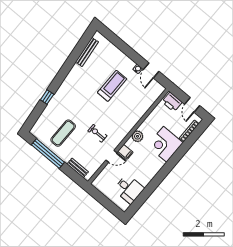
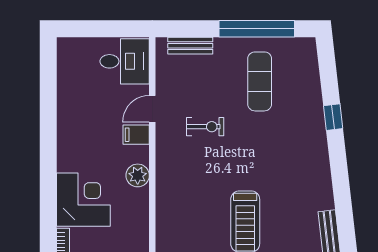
desk: (129, 189) -> (125, 61), moved, turned 180

